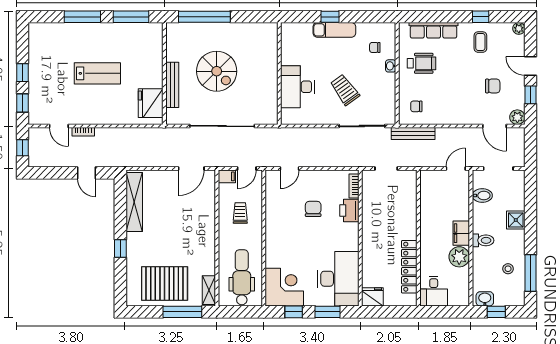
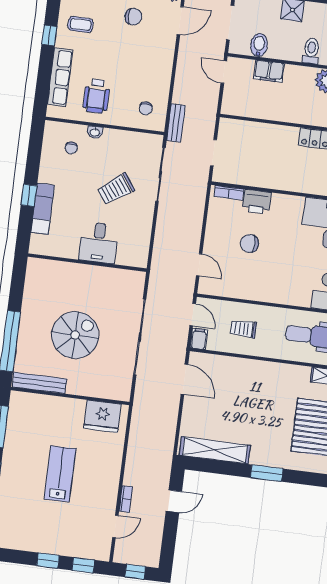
window: (481, 17) -> (49, 35), moved
exam couch: (334, 30) -> (43, 209), moved
wheelchair: (422, 63) -> (97, 96), turned 180
bench: (172, 85) -> (39, 383), moved
chair: (493, 86) -> (133, 17), turned 90
desk: (297, 87) -> (99, 243), width x0.73
bench: (413, 134) -> (176, 123), width x0.73
filing cabinet: (461, 233) -> (269, 71), moved
window: (120, 248) -> (267, 473), width x1.50

